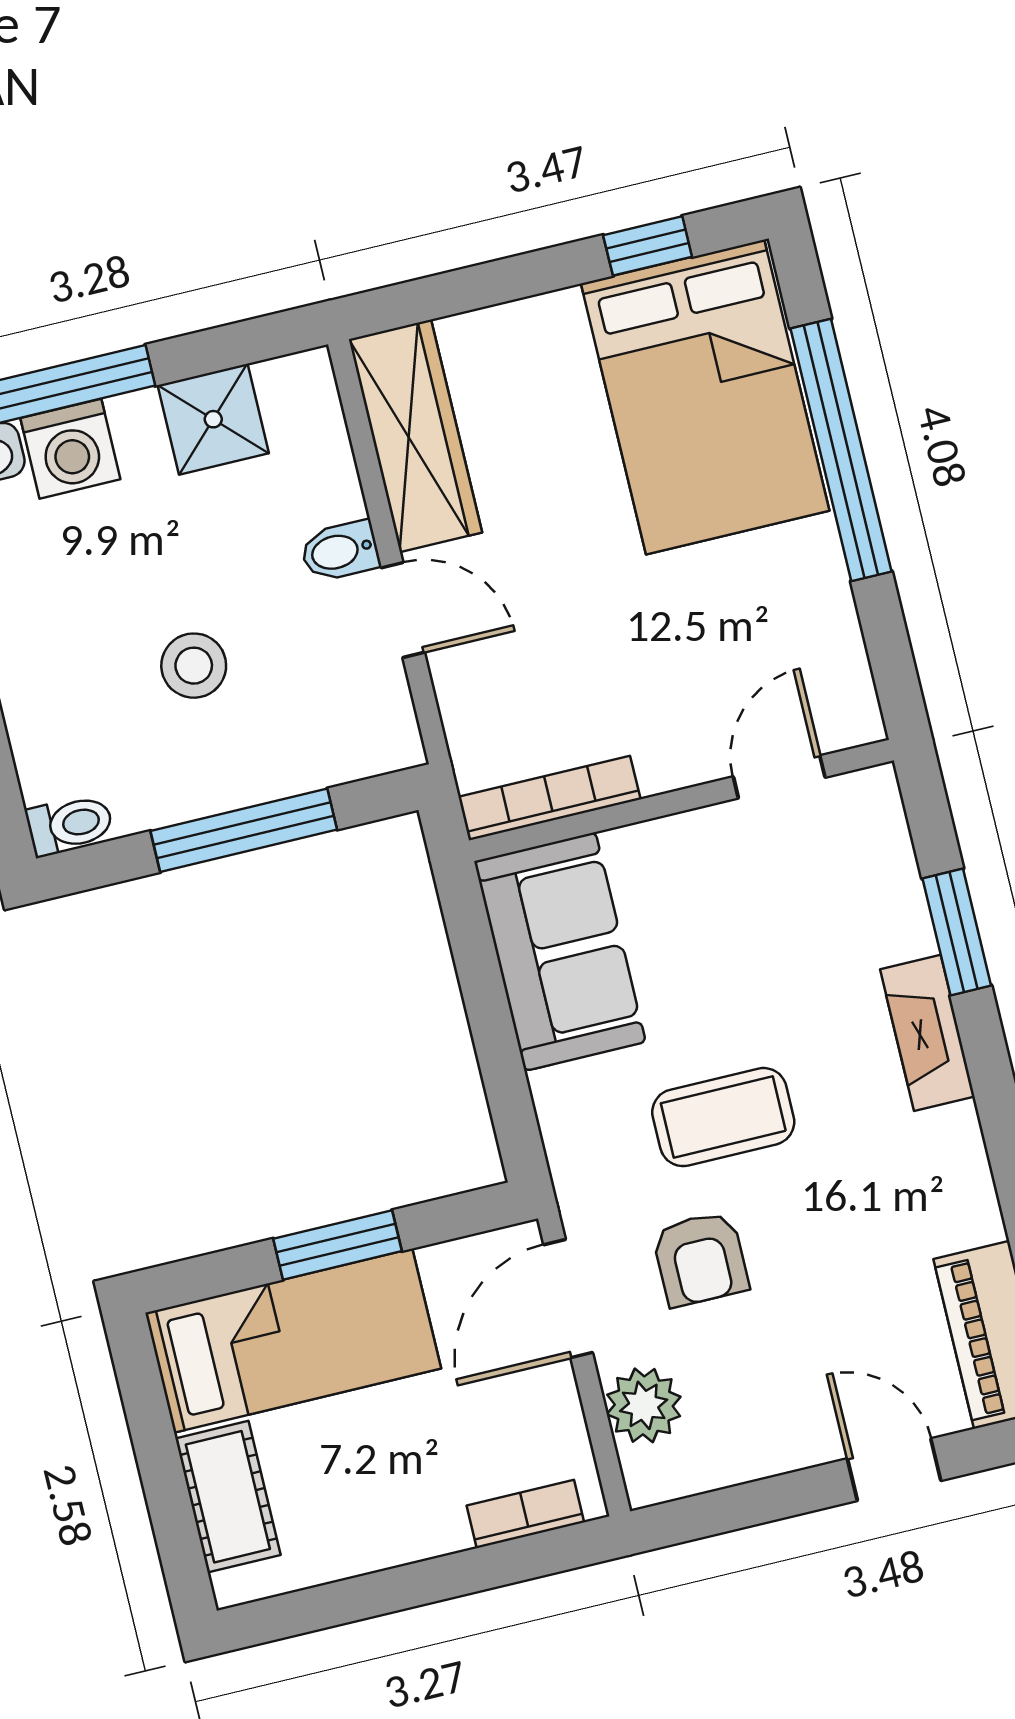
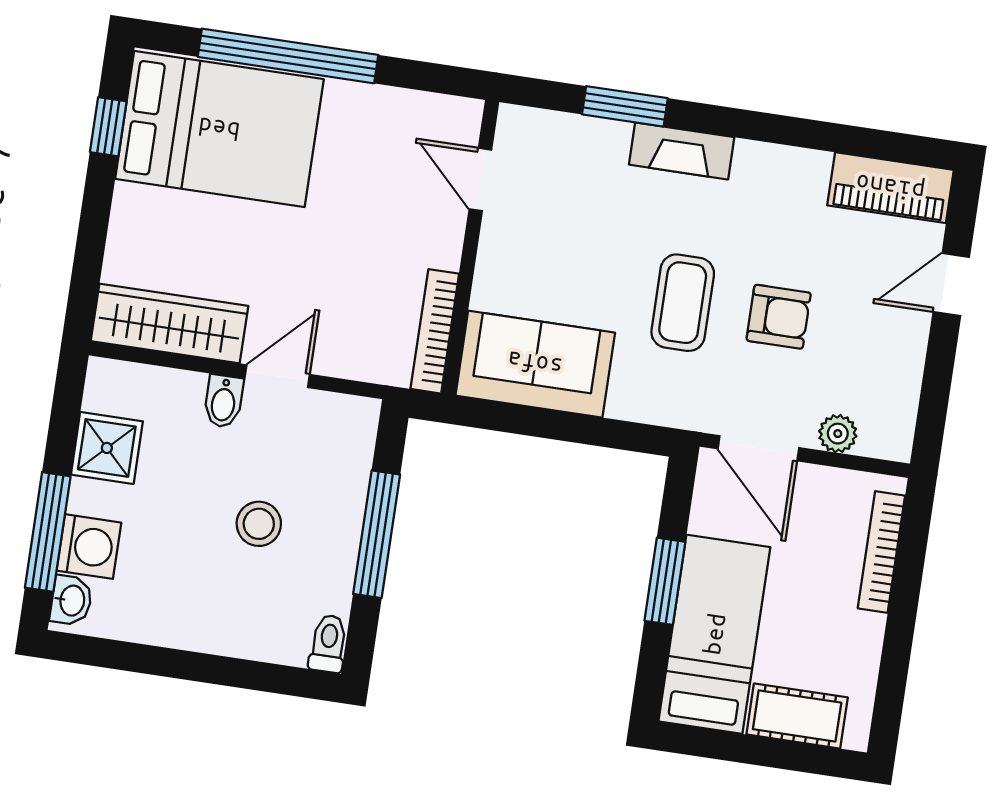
armchair: (700, 1259) -> (779, 317), moved
plant: (644, 1405) -> (838, 434), width x0.73, depth x0.73
bookcase: (525, 1514) -> (881, 552), width x1.56

